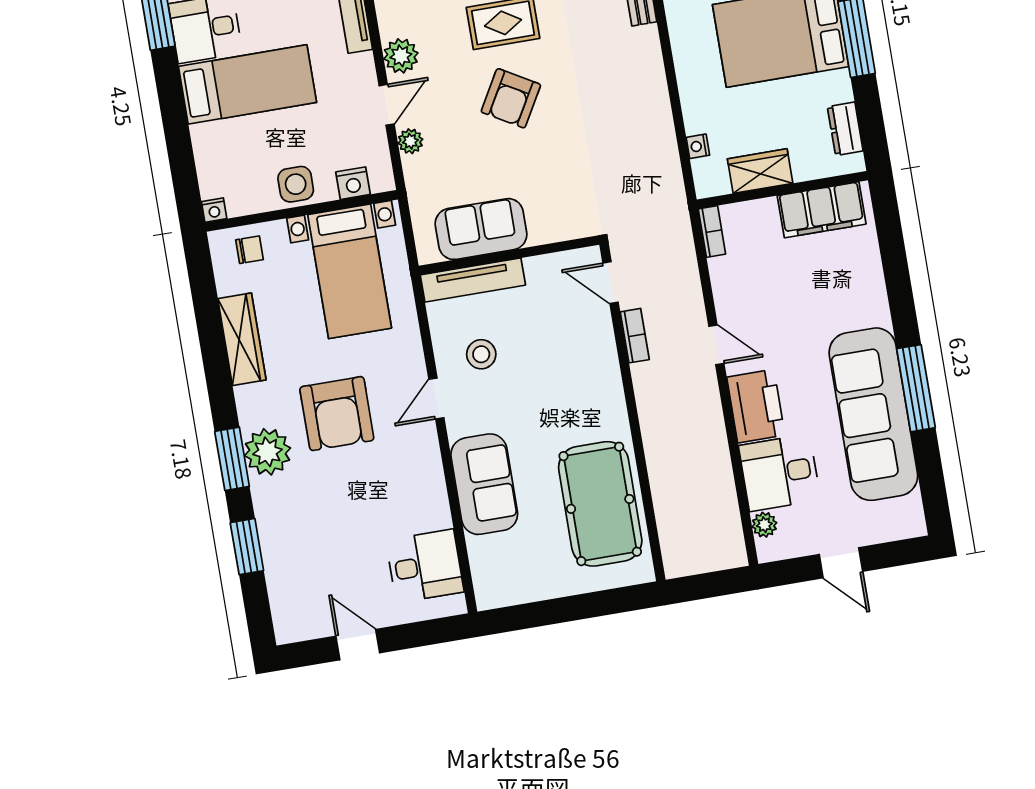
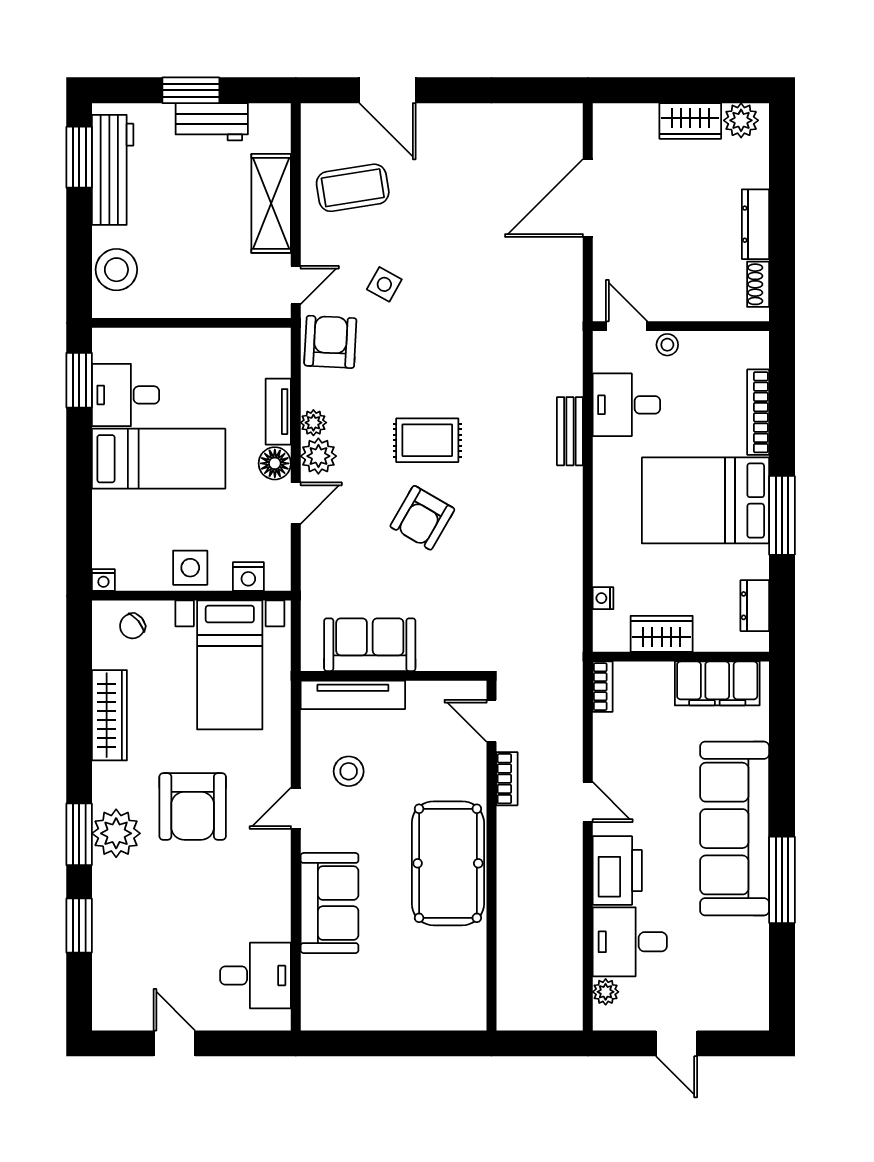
floor lamp: (360, 70) -> (275, 463), added
plant: (410, 141) -> (313, 423), moved
chair: (250, 250) -> (132, 626), turned 140
sofa: (873, 414) -> (735, 829), moved
pool table: (600, 504) -> (448, 863), moved

